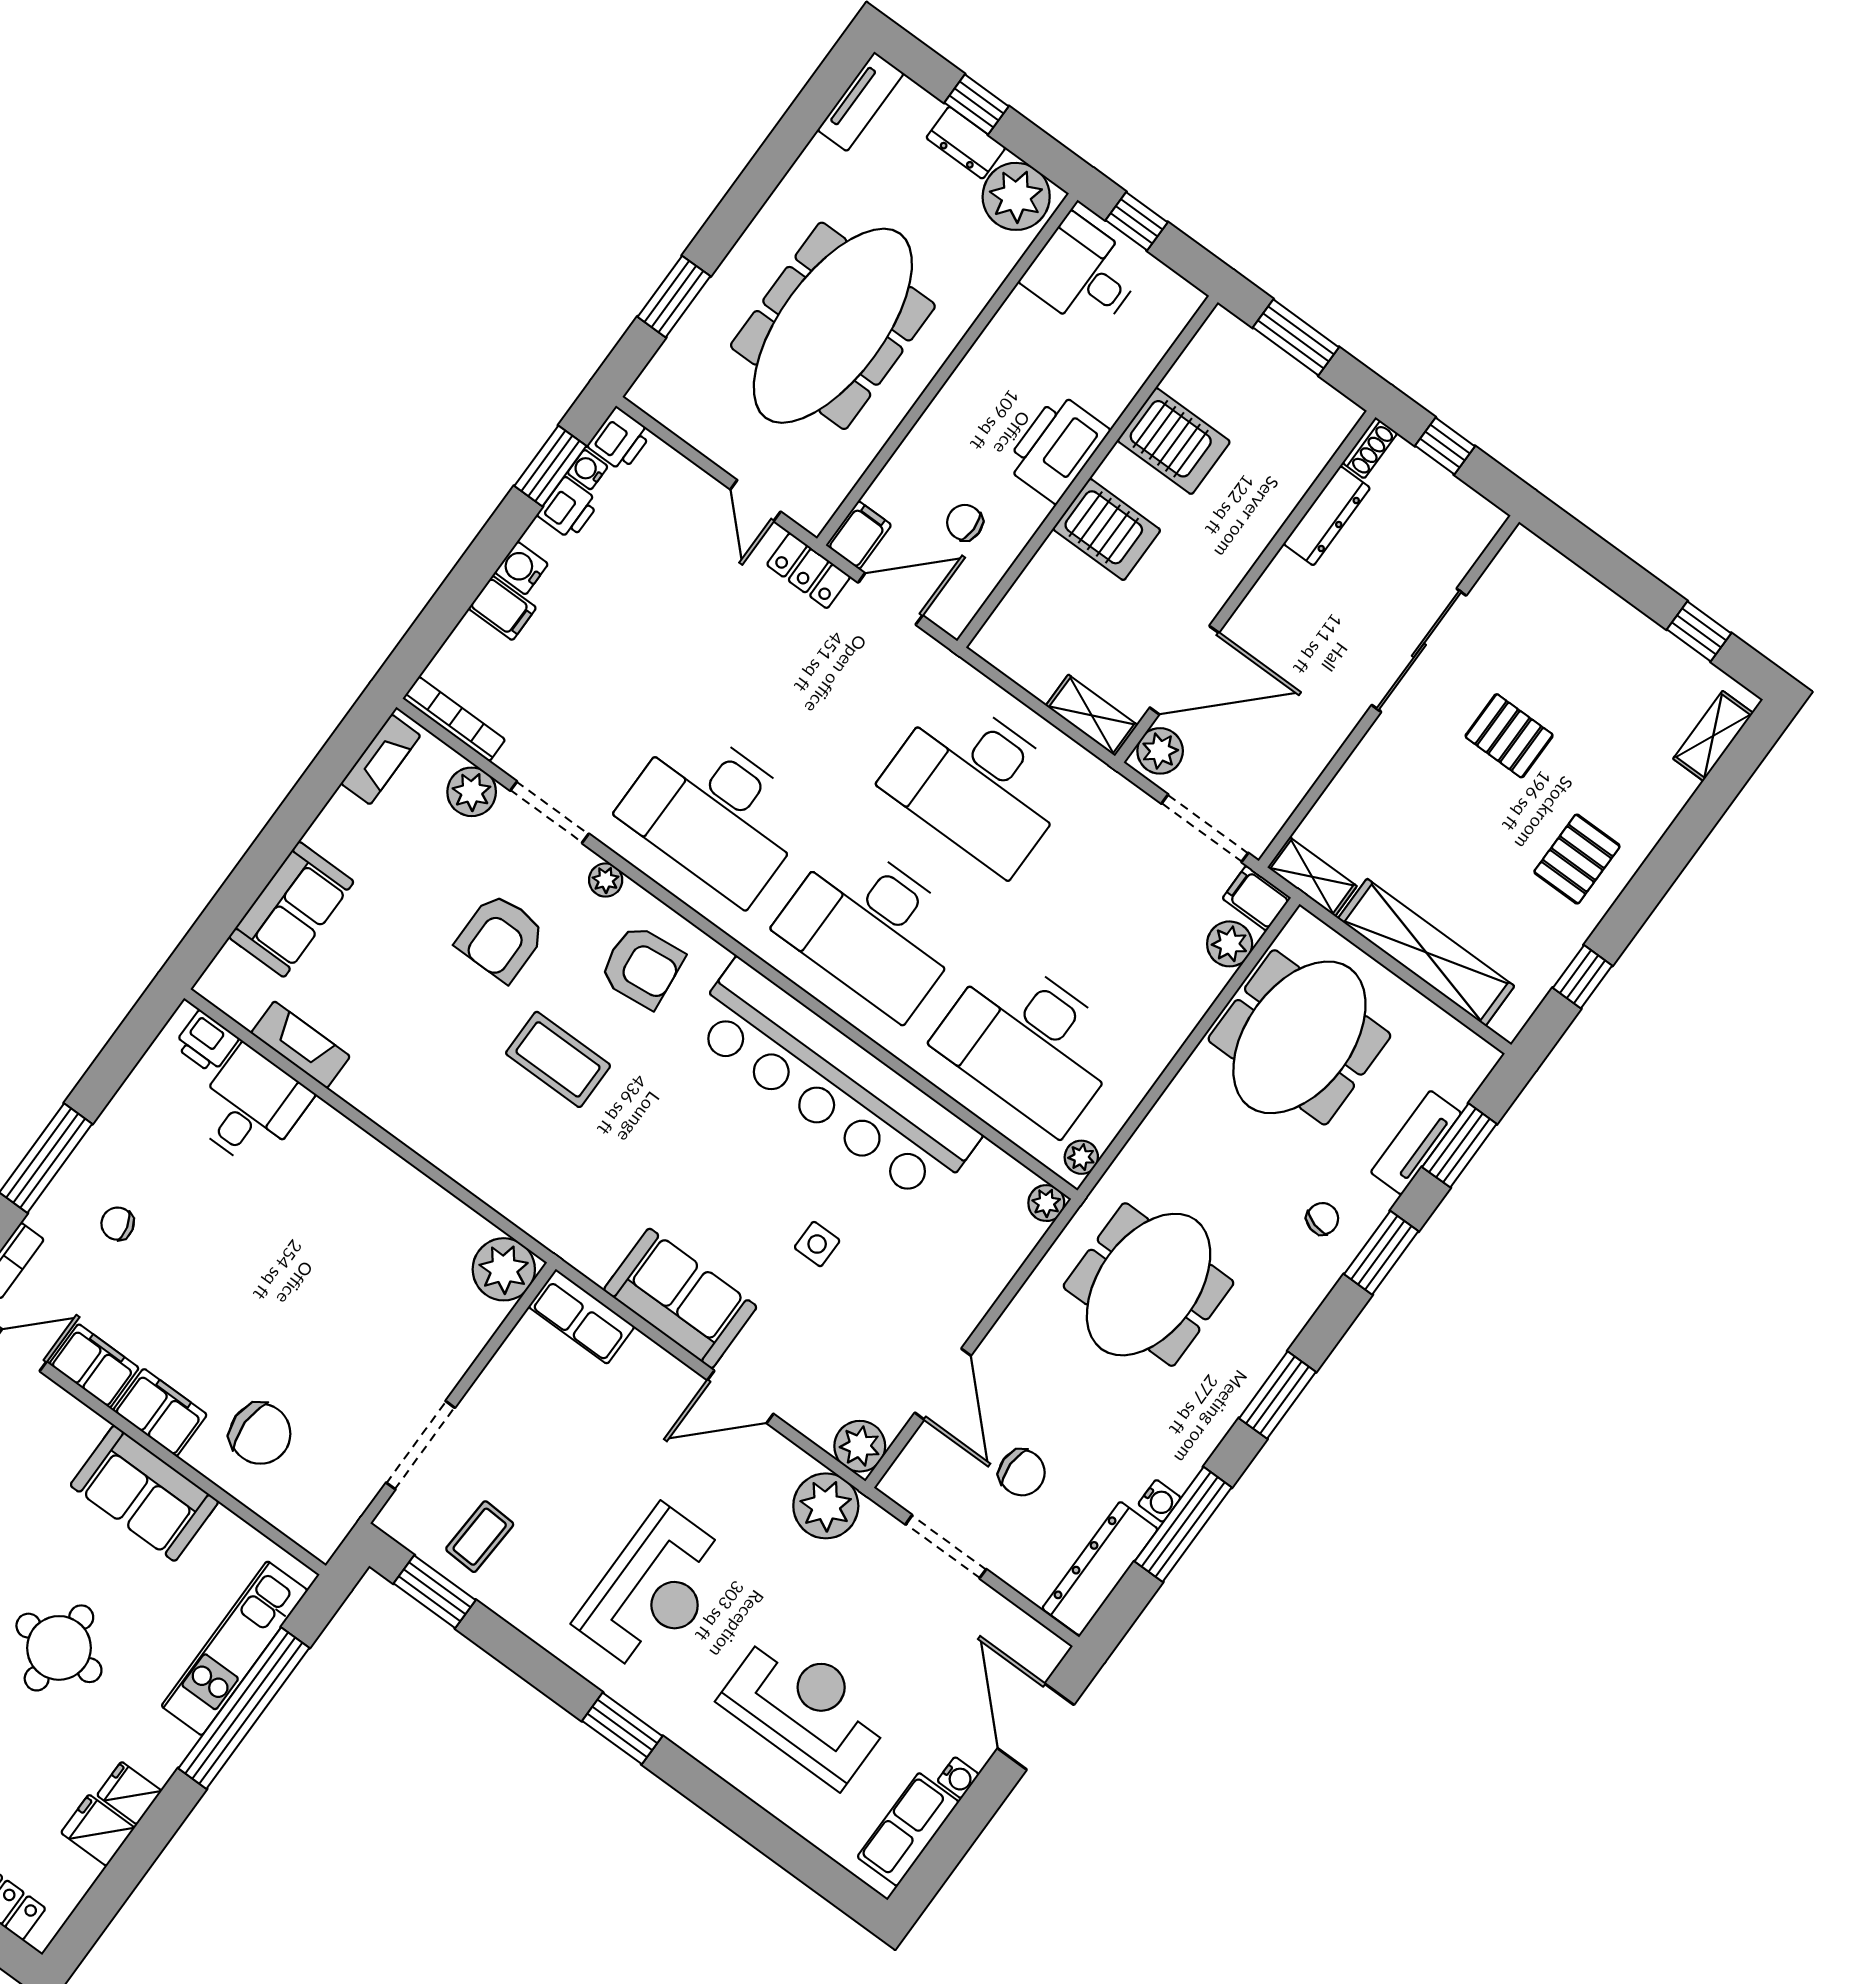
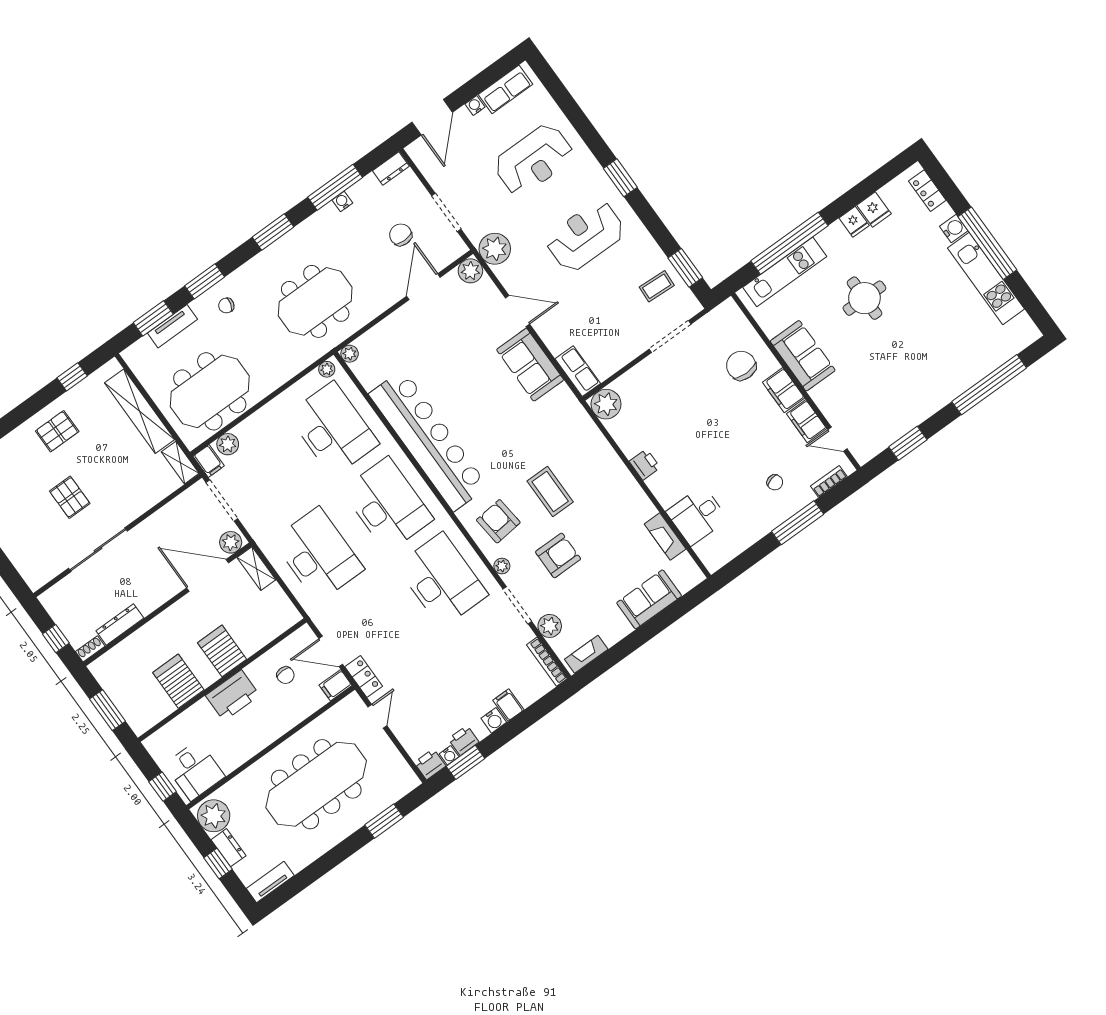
printer: (206, 1042) -> (645, 465), moved
side table: (817, 1244) -> (460, 369), removed
dresser: (1100, 1569) -> (391, 169), width x0.51, depth x0.80
reception desk: (806, 1708) -> (534, 160), turned -90

